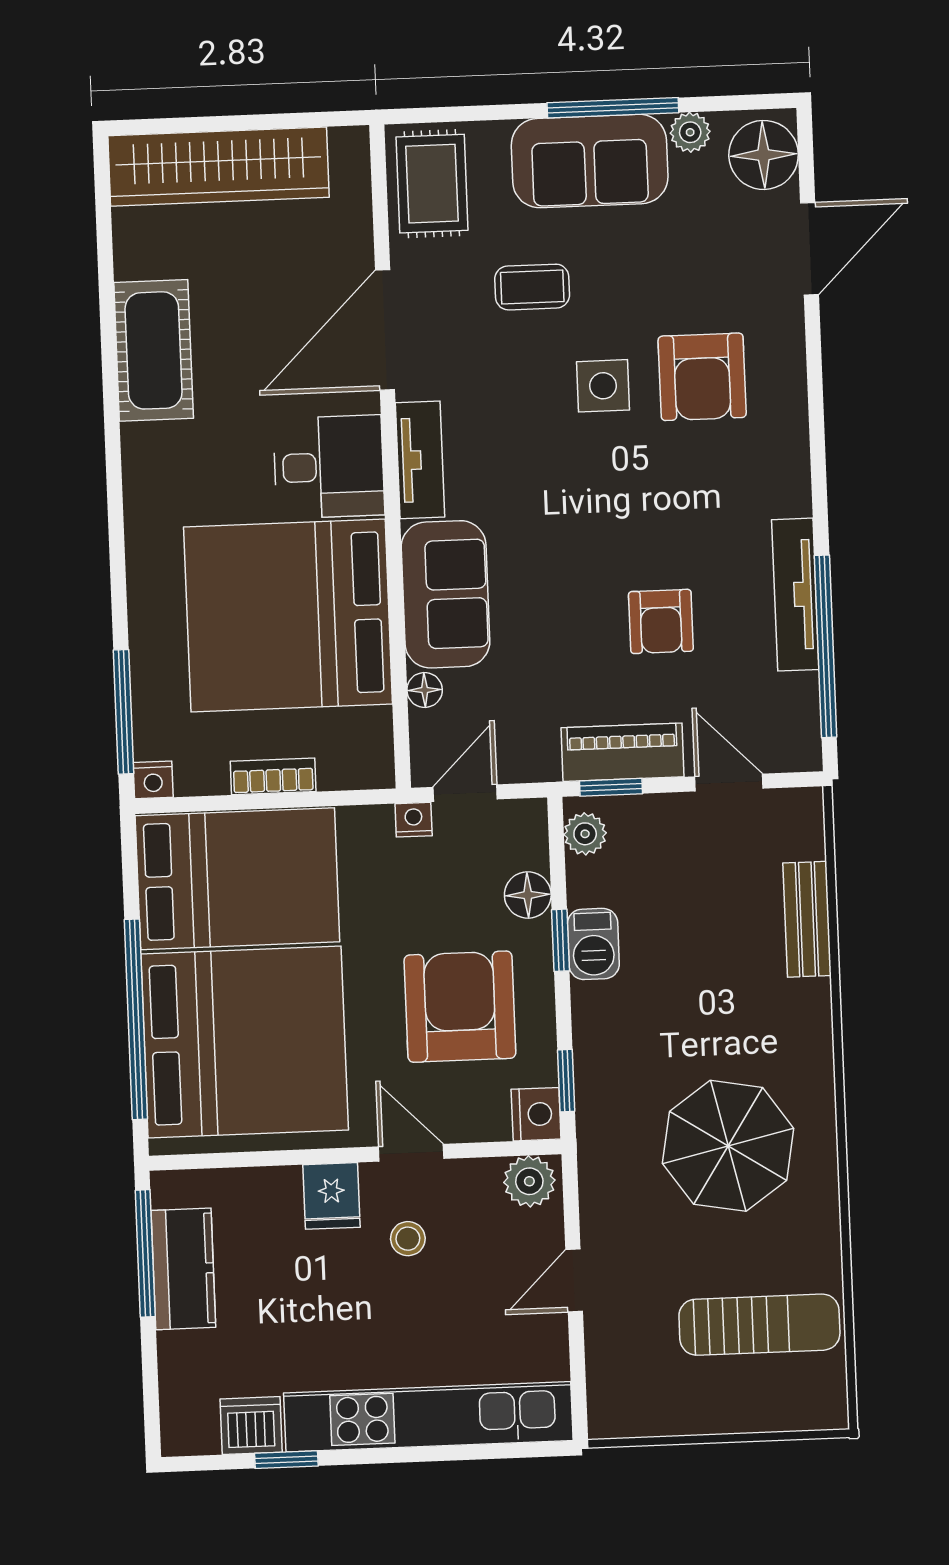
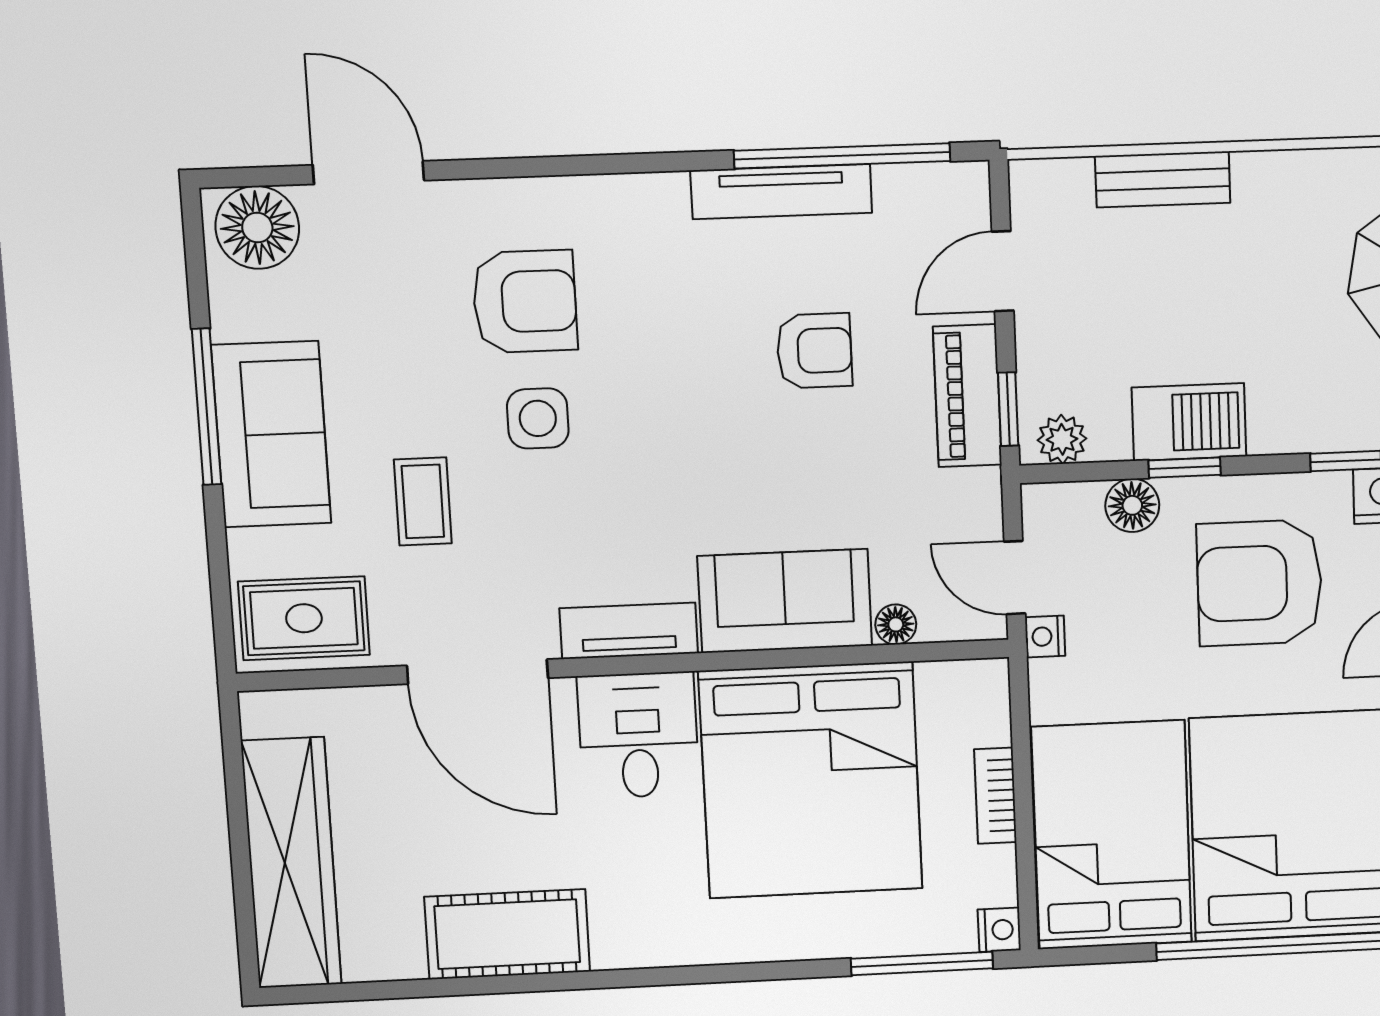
plant: (690, 132) -> (233, 315), removed
barbecue: (593, 944) -> (1189, 422), width x1.38, depth x1.27

